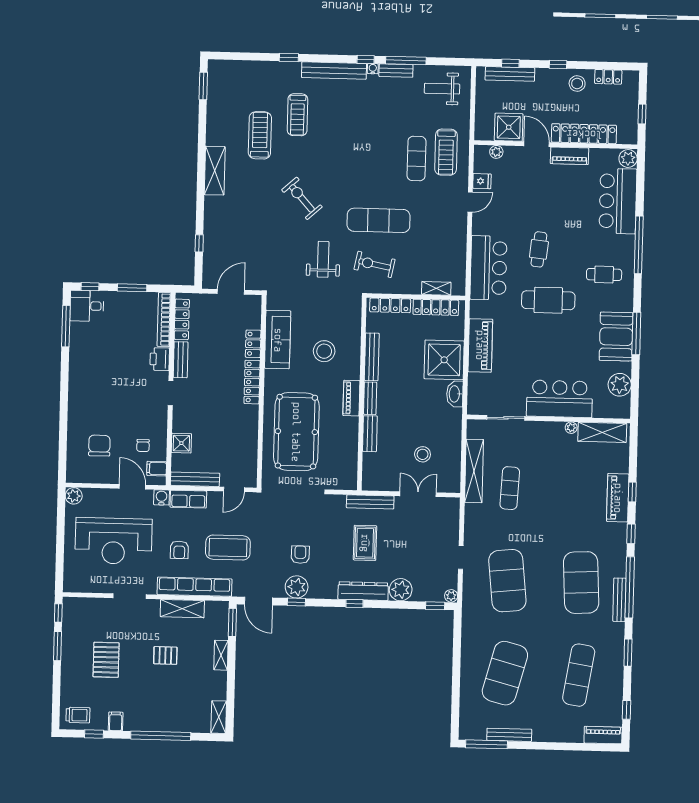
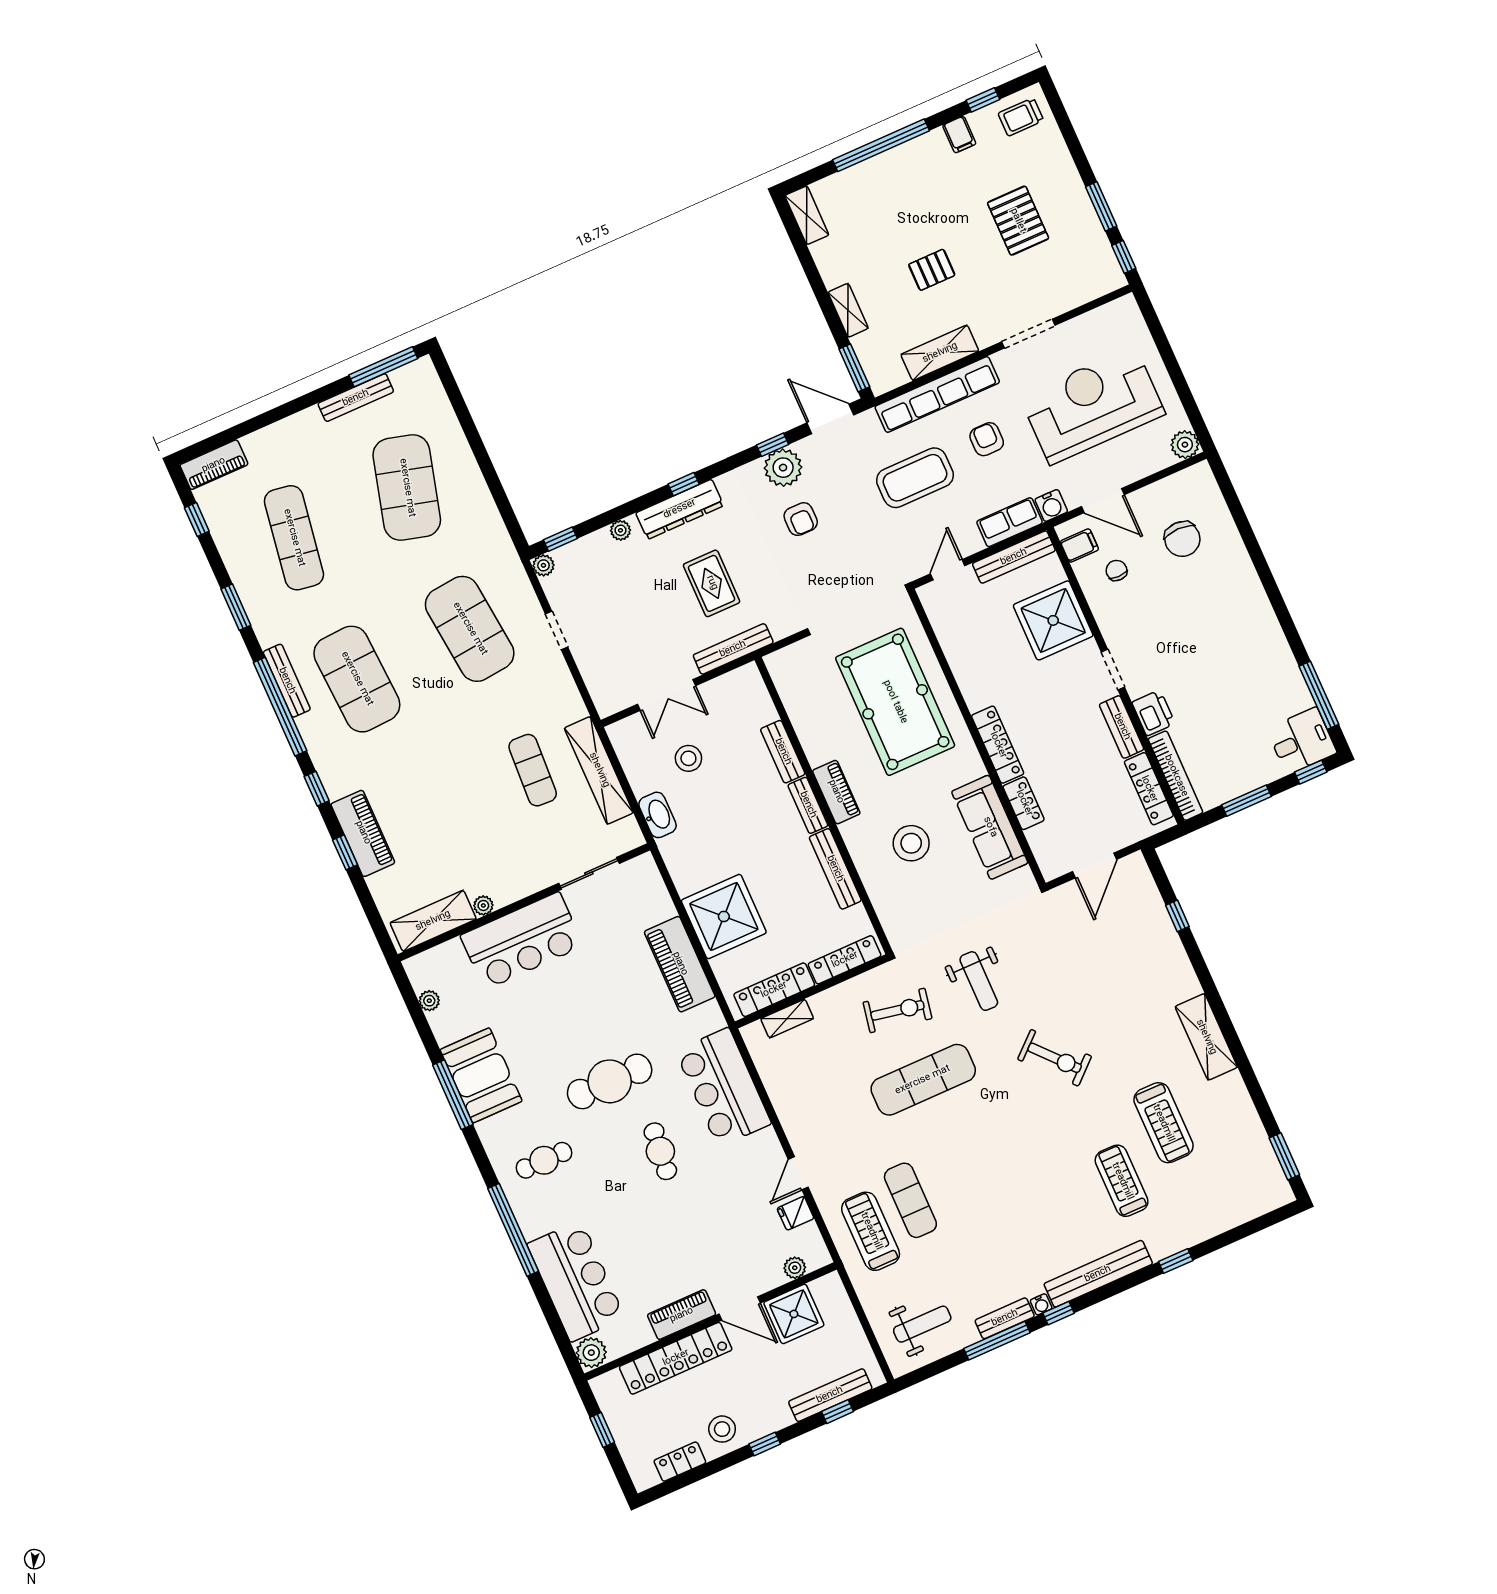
plant: (620, 385) -> (429, 1001), width x0.53, depth x0.53
washbasin: (455, 394) -> (658, 815), moved
shower: (181, 443) -> (1053, 620), width x1.86, depth x1.86
plant: (401, 590) -> (621, 530), width x0.53, depth x0.53

